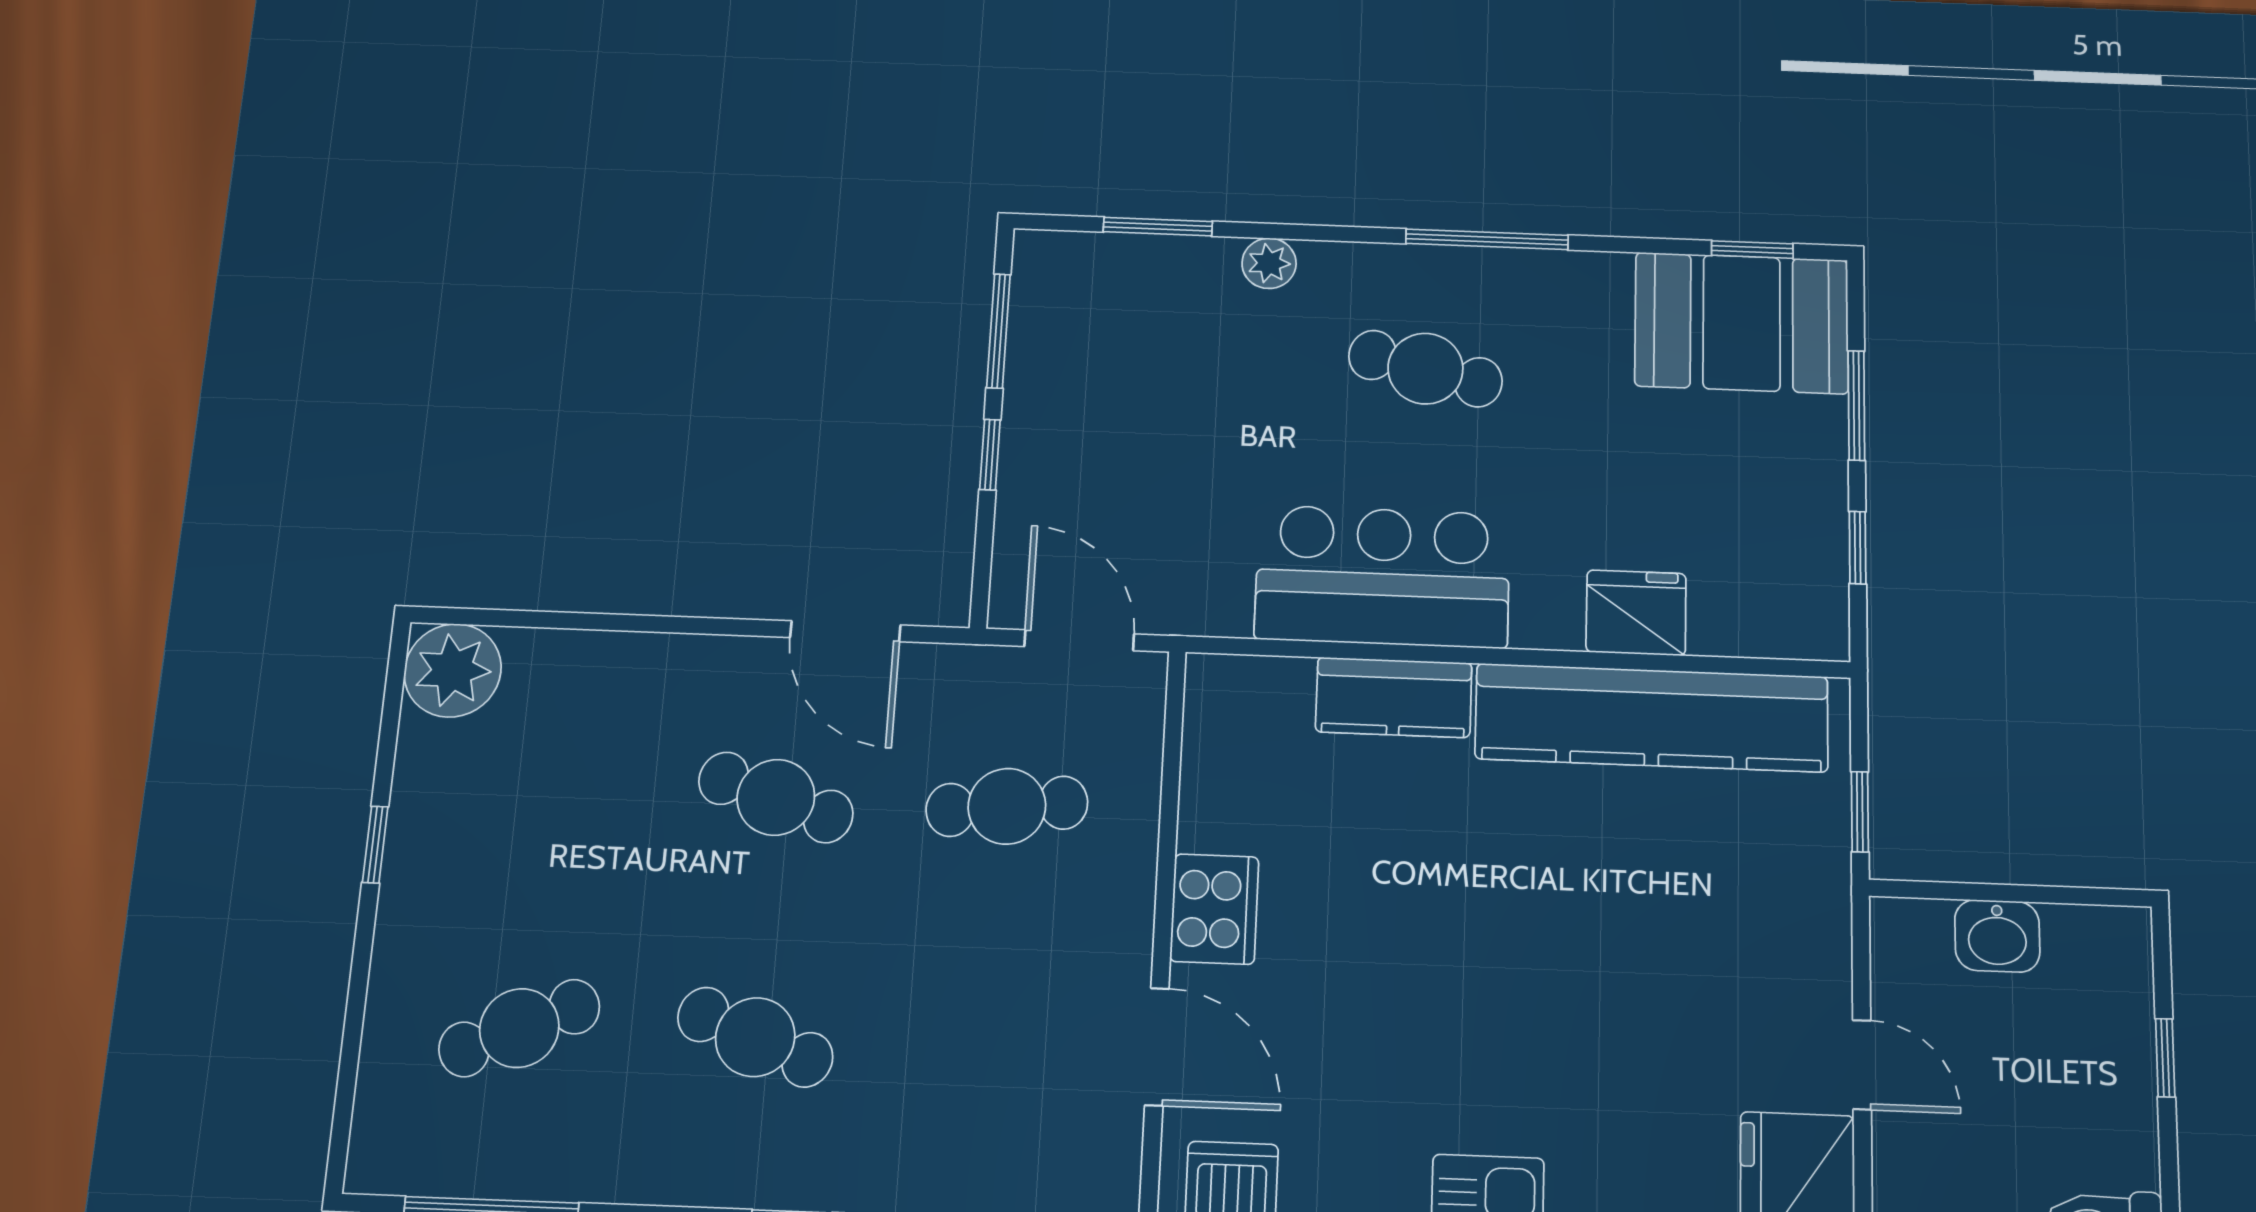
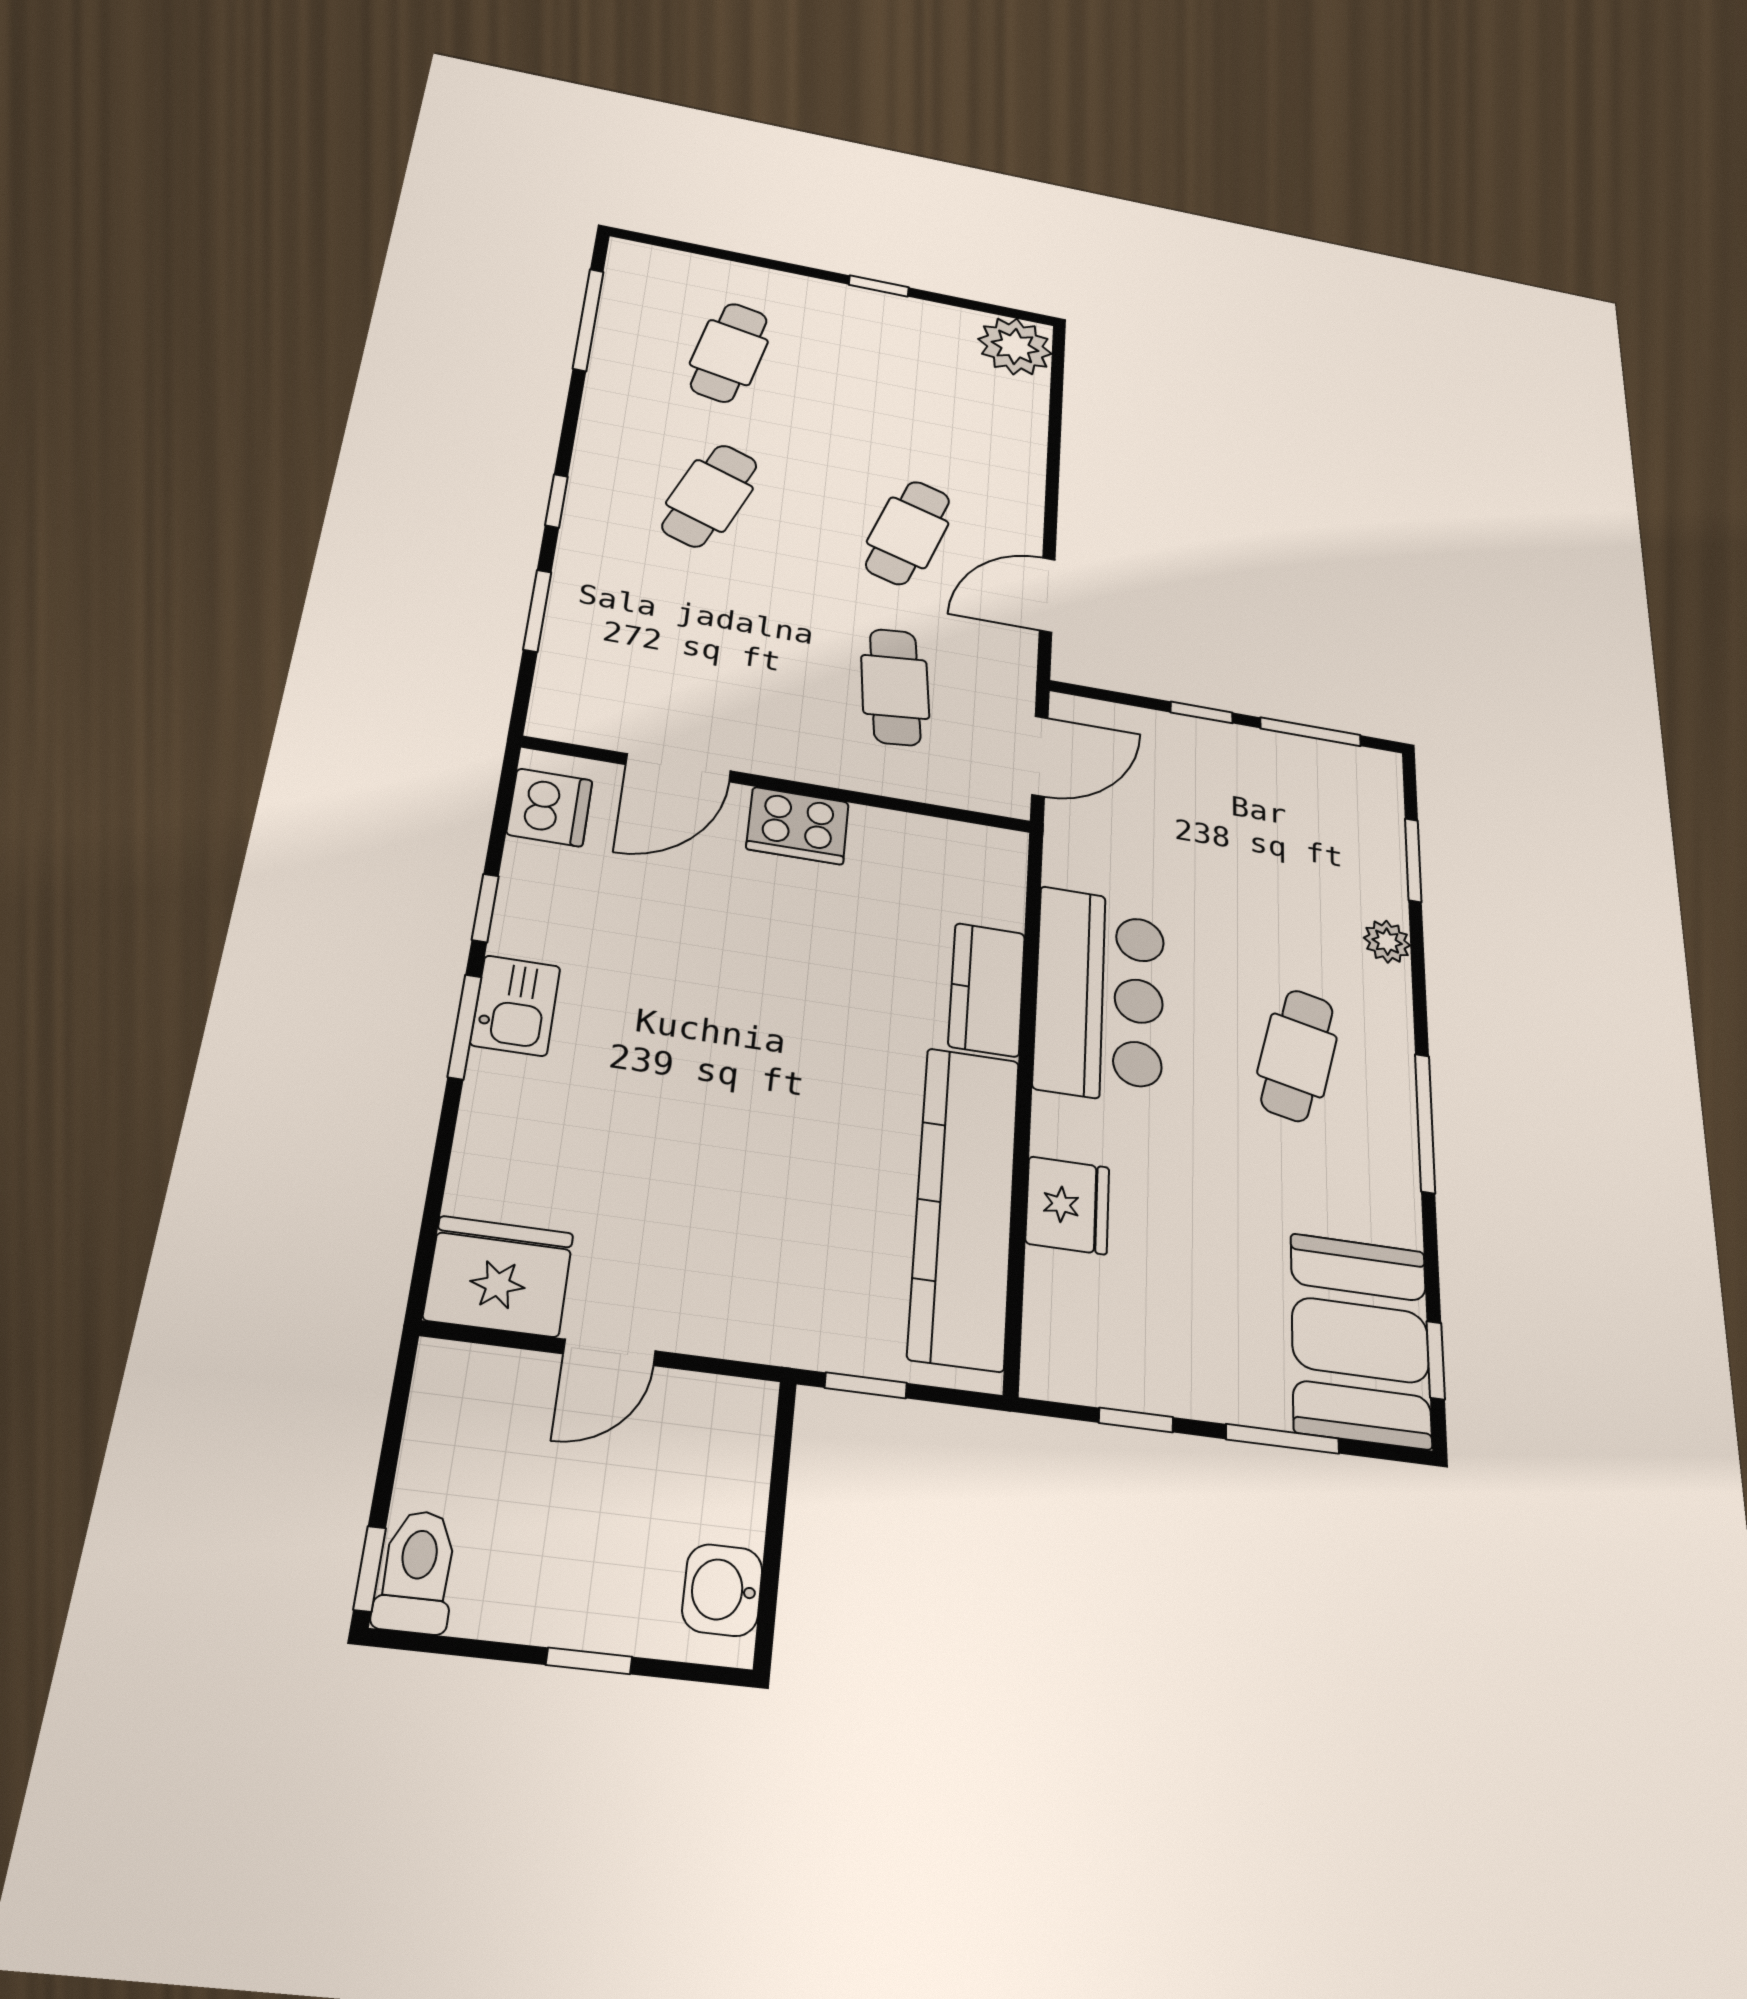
washbasin: (1997, 936) -> (722, 1590), moved
cafe table: (519, 1028) -> (729, 353), turned 36

